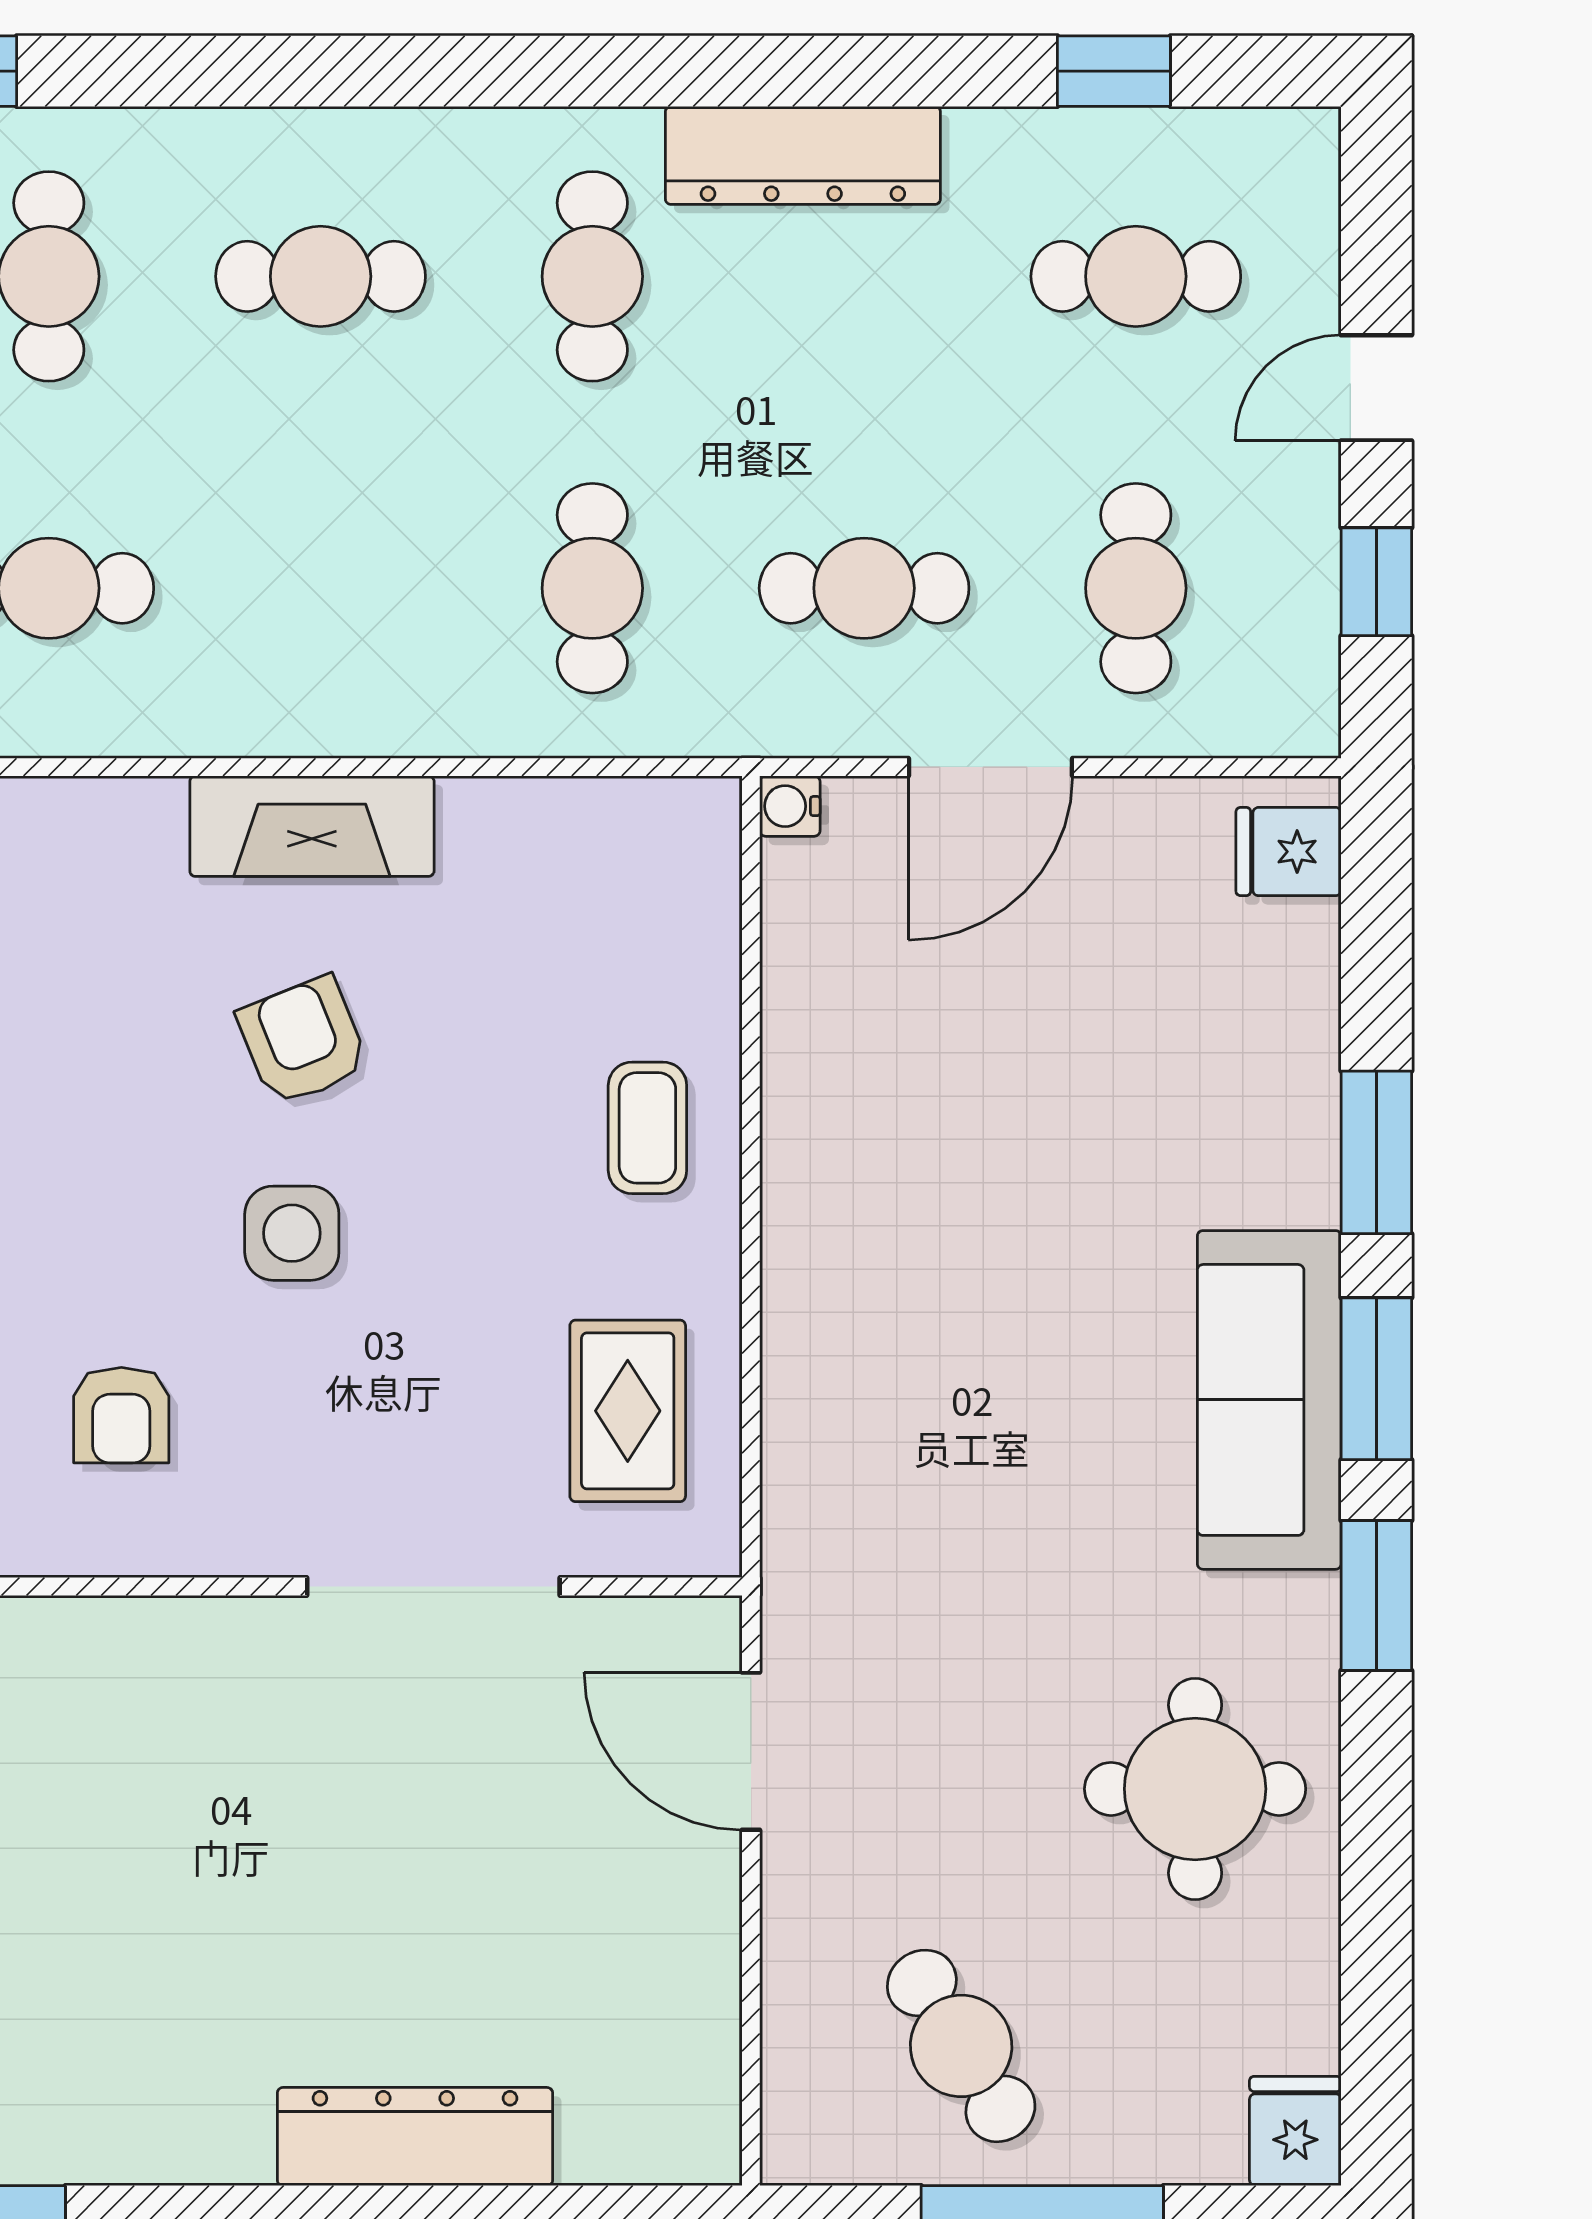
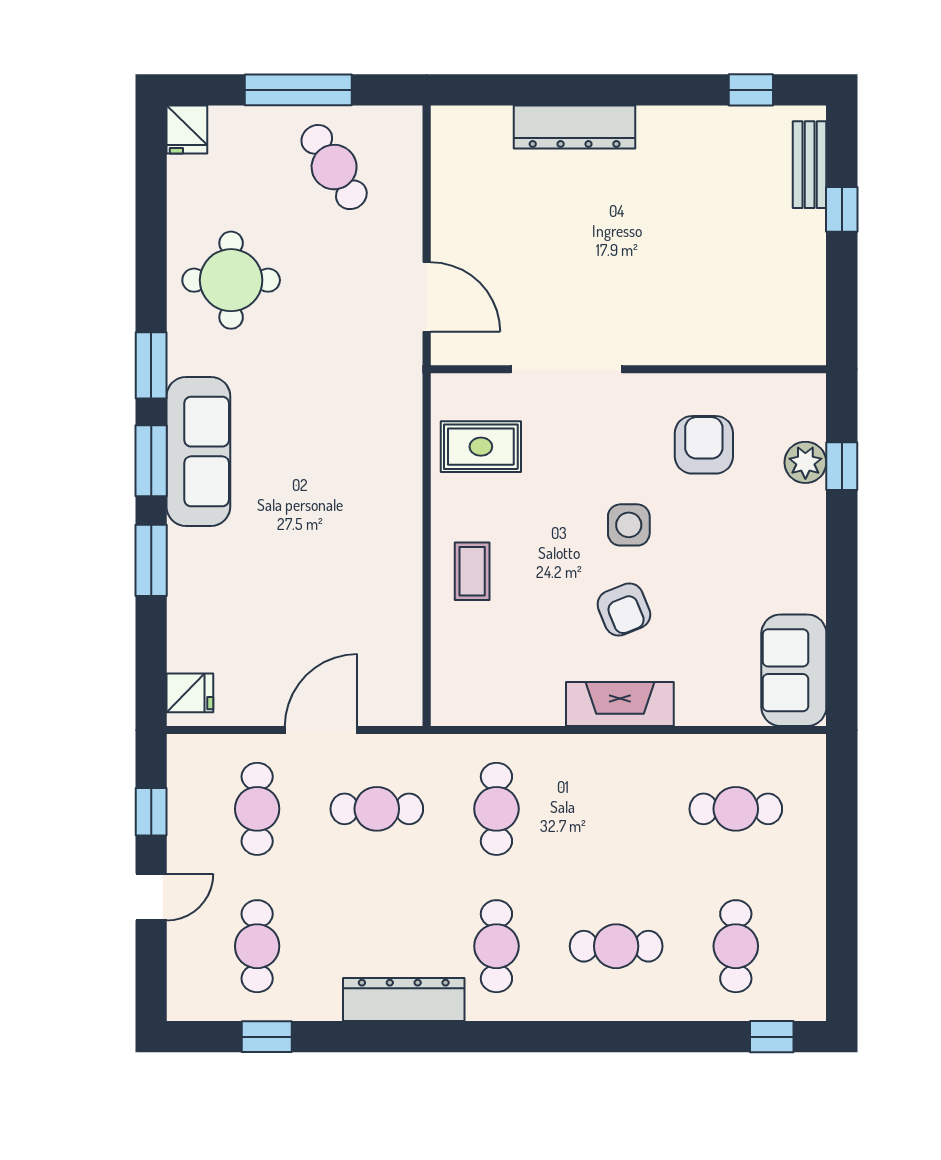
cafe table: (1136, 276) -> (257, 946), turned 90
water cooler: (790, 806) -> (409, 713), removed
rug: (628, 1411) -> (481, 447), turned 90
armchair: (121, 1415) -> (704, 445), width x1.38, depth x1.38

